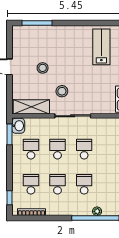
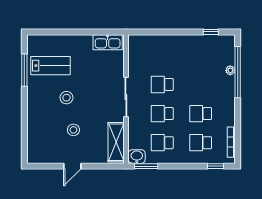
window: (37, 23) -> (24, 70), moved
lab bench: (101, 47) -> (50, 66), turned 180
stool: (62, 91) -> (67, 98), moved
school desk: (84, 184) -> (201, 84), removed

